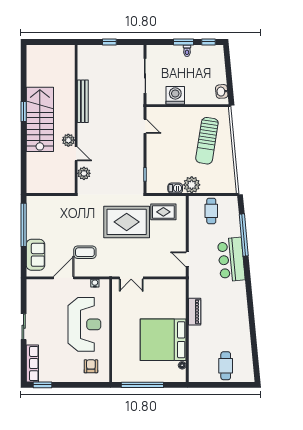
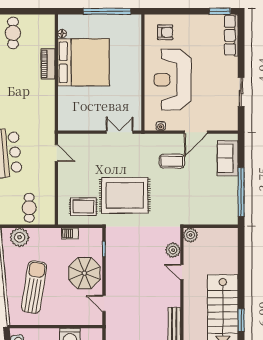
plant: (68, 140) -> (191, 235), moved
parasol: (162, 153) -> (84, 273), added
plant: (192, 185) -> (20, 237), moved
piano: (195, 312) -> (48, 64), moved
sliding door: (24, 327) -> (241, 92), moved
armchair: (91, 366) -> (165, 32), turned -90

